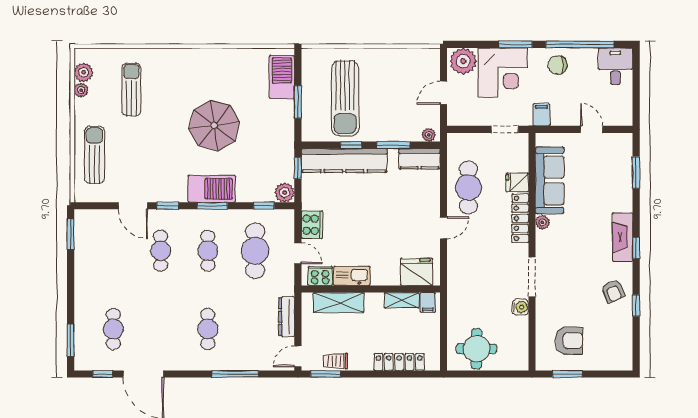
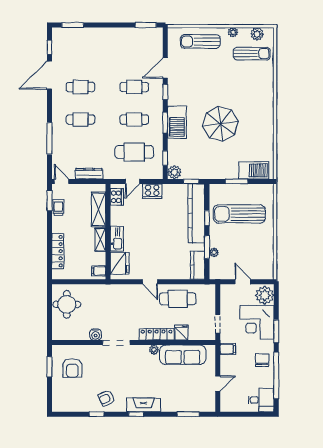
sun lounger: (131, 89) -> (252, 54), moved
plant: (81, 90) -> (233, 32), moved
plant: (429, 135) -> (214, 252), moved
sun lounger: (94, 155) -> (200, 41), turned 180
kitchen sink: (352, 276) -> (117, 239), moved
shelving: (402, 300) -> (100, 240), moved
cafe table: (113, 329) -> (80, 87), moved

